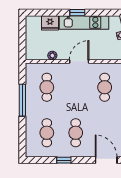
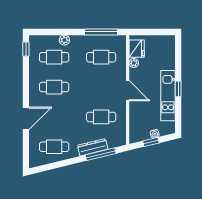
fridge: (50, 23) -> (137, 49), moved, turned 180
window: (22, 100) -> (101, 32), moved
plant: (30, 123) -> (64, 40), added
window: (64, 160) -> (26, 49), moved

